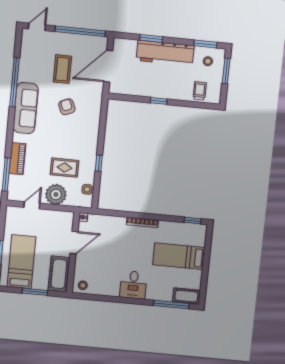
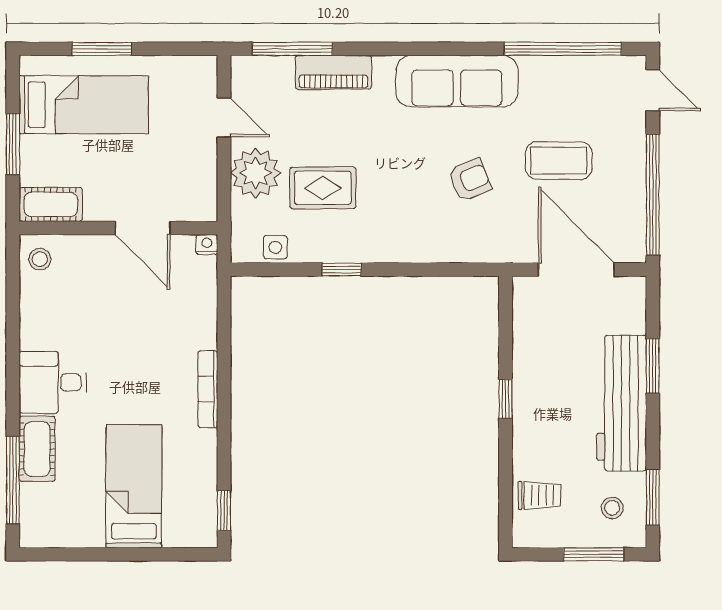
window: (15, 82) -> (563, 49), moved
rug: (65, 168) -> (323, 188), turned 90
cot: (59, 274) -> (51, 204), width x0.73, depth x0.75
cot: (186, 296) -> (37, 449), moved

